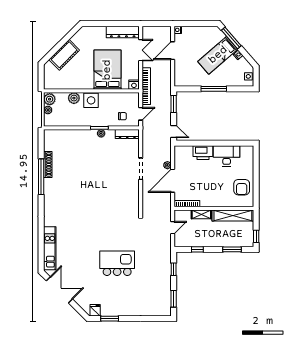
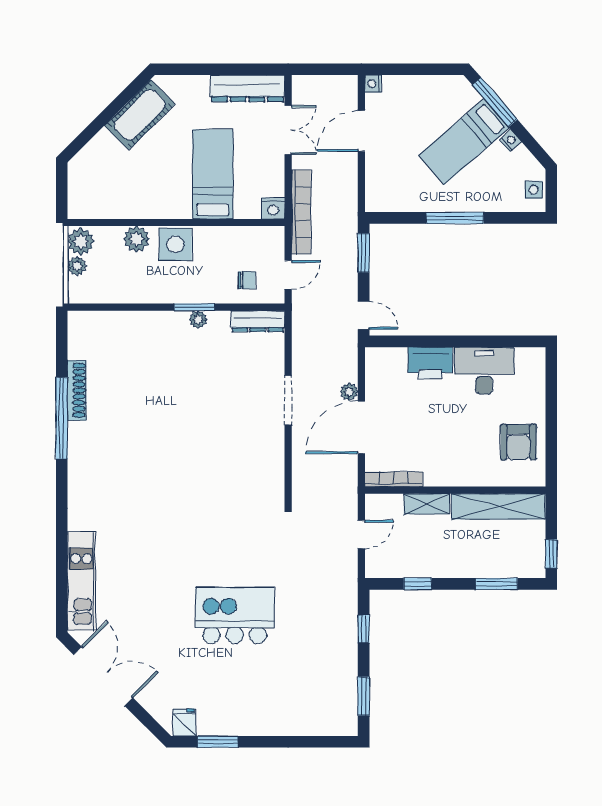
cot: (64, 55) -> (140, 115), moved
bed: (107, 70) -> (213, 174), width x0.67

